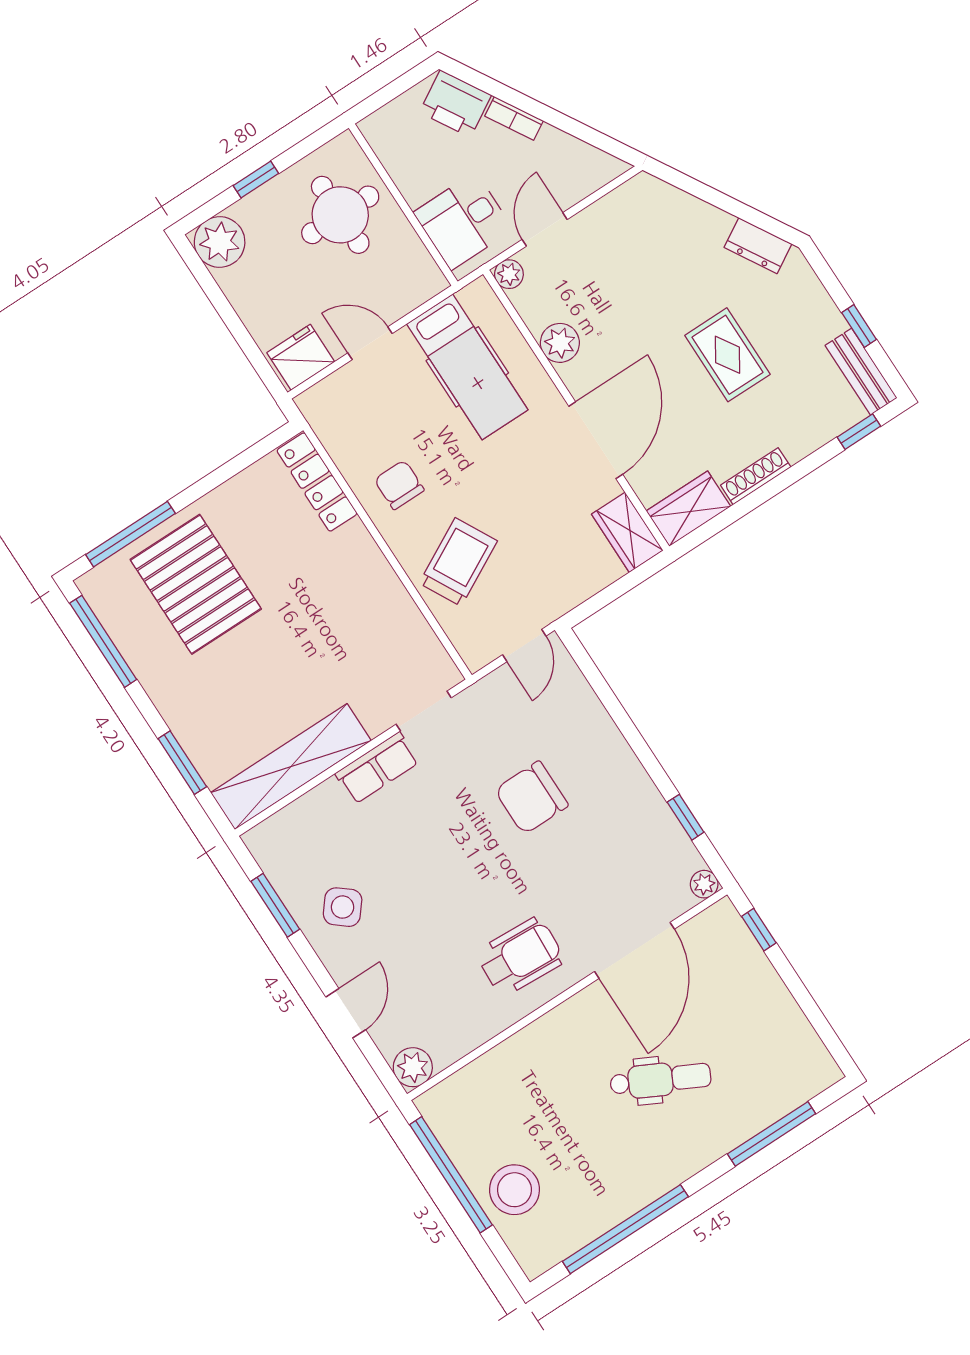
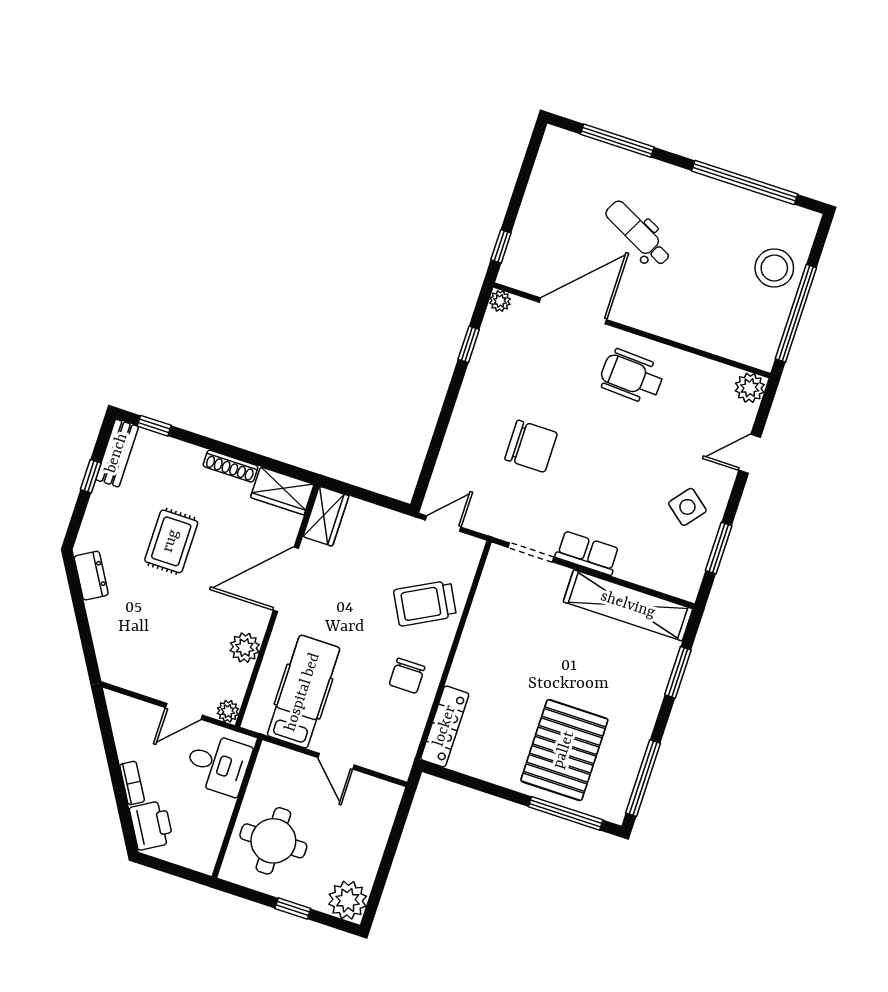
fridge: (301, 357) -> (378, 796), removed

